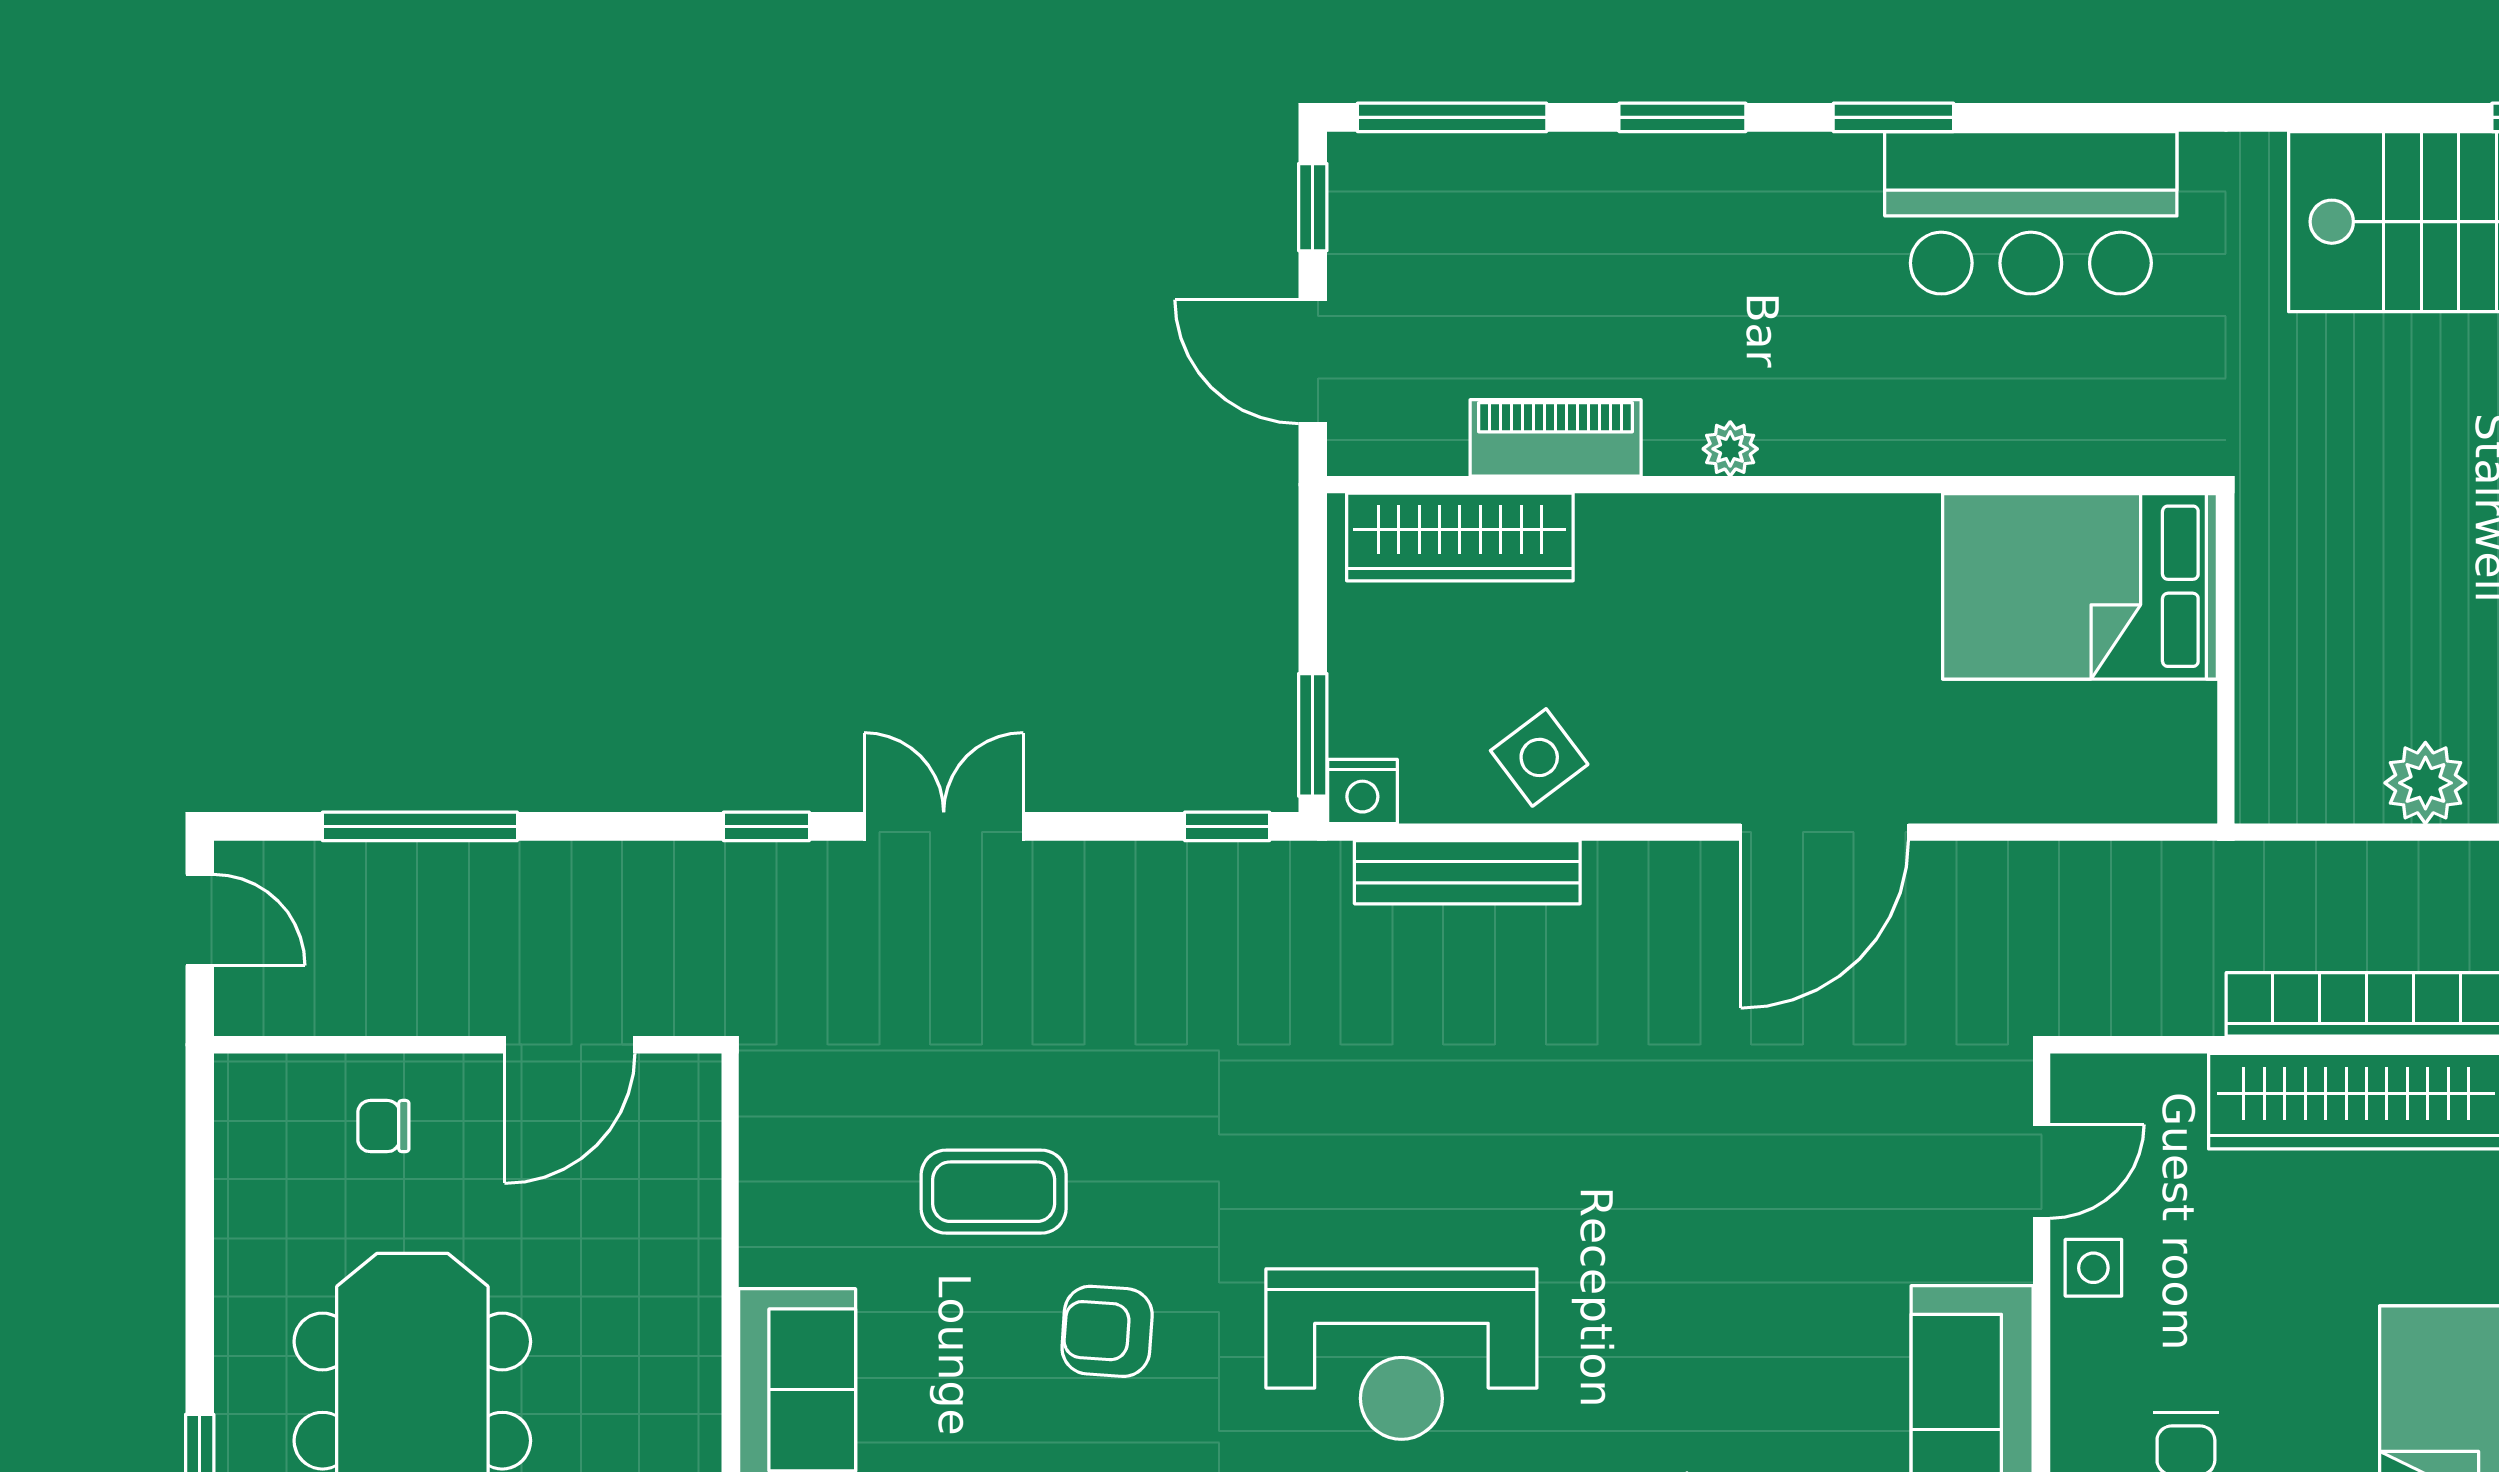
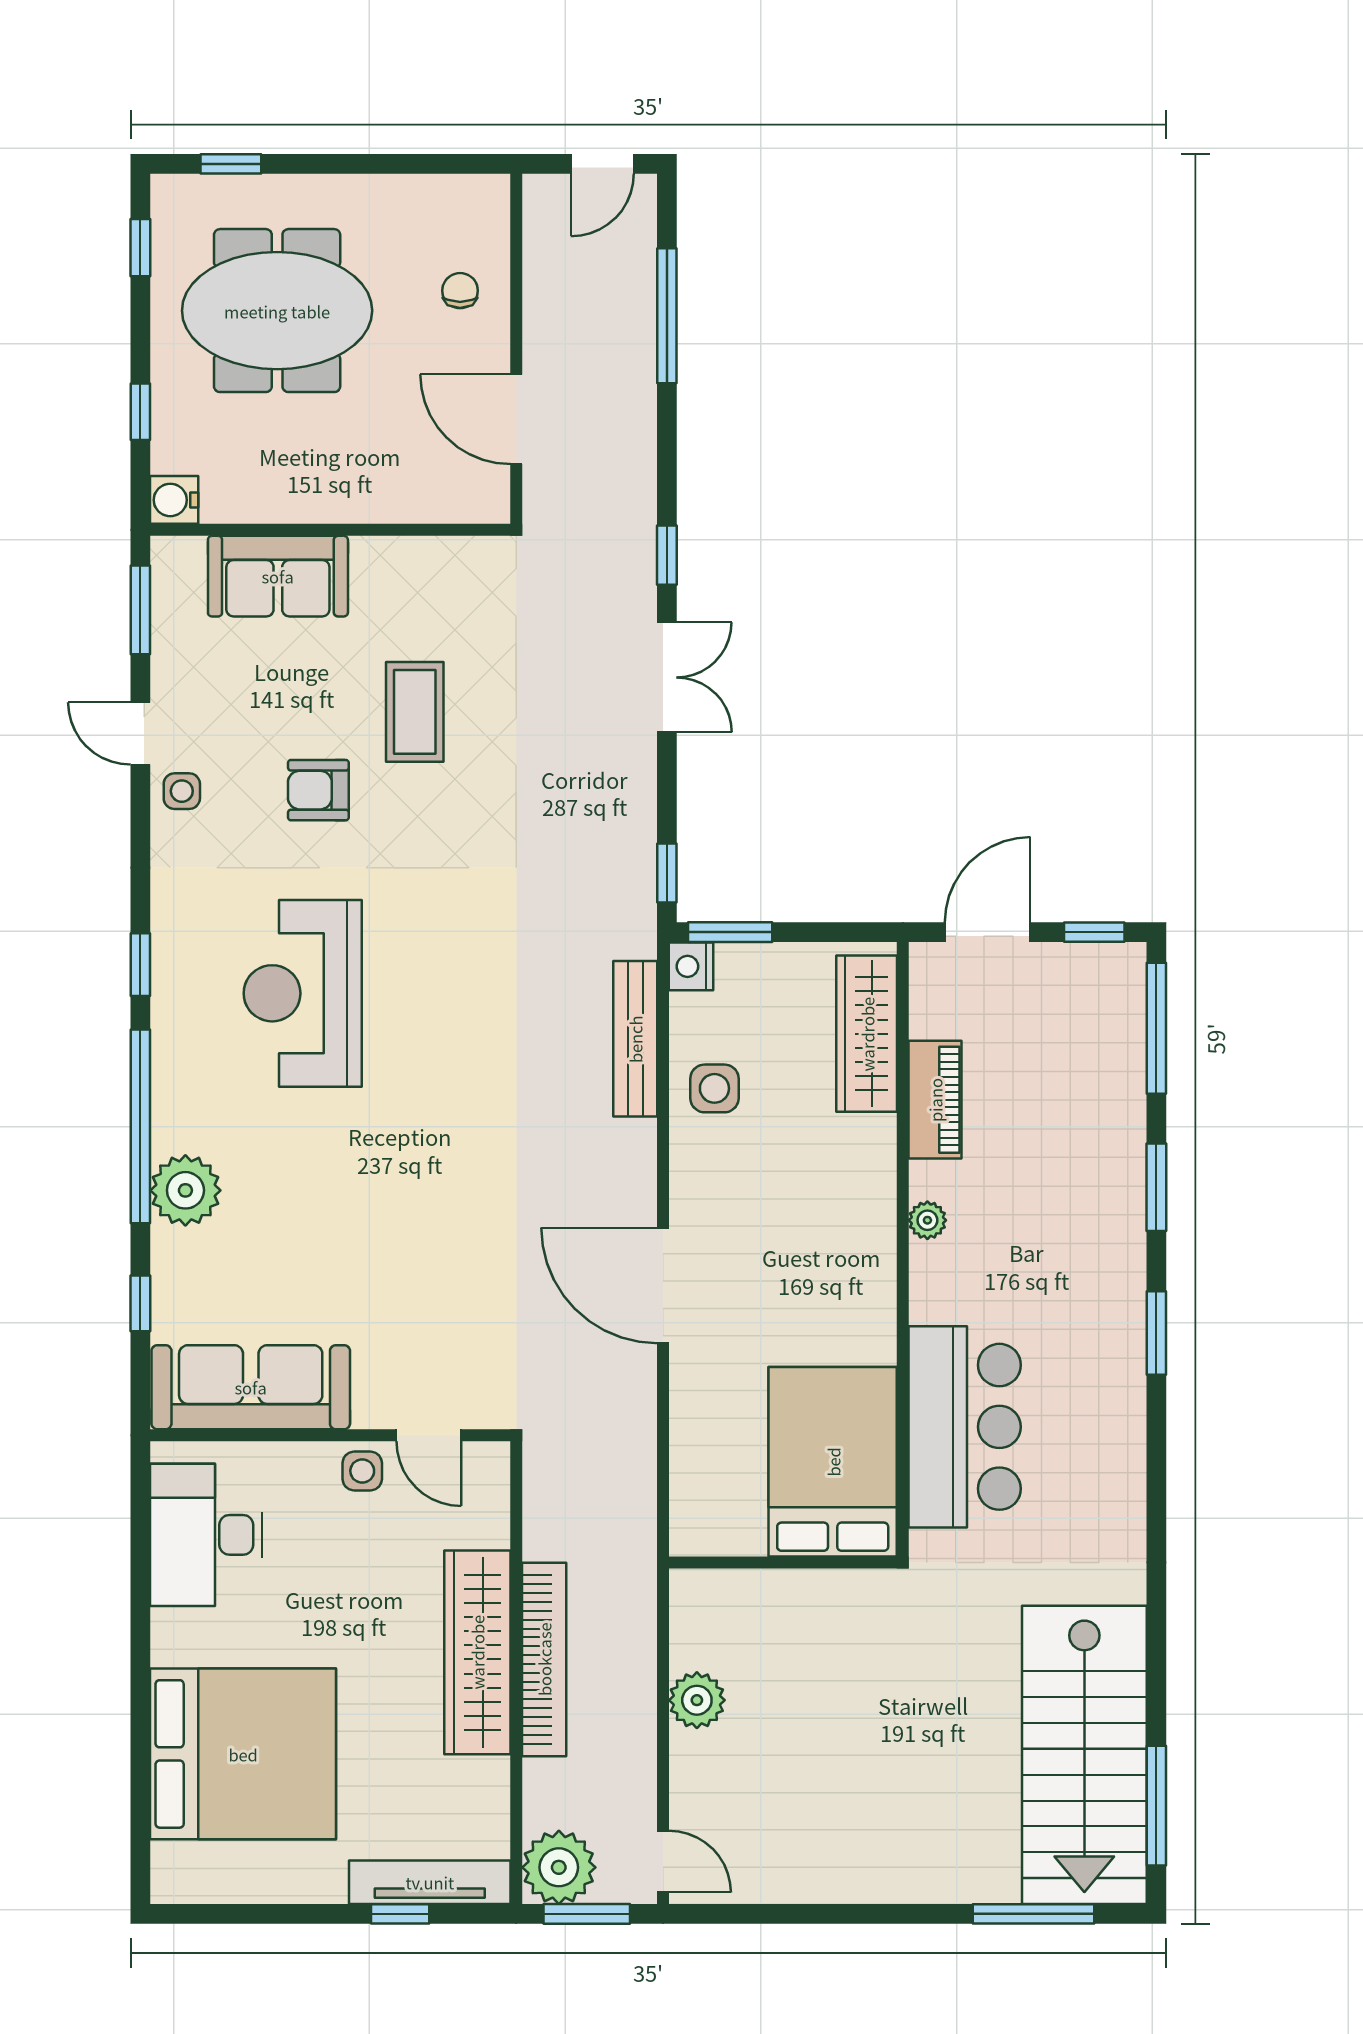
bar counter: (2031, 213) -> (965, 1427), moved, turned 180
side table: (1539, 757) -> (714, 1088), turned 37
armchair: (1107, 1331) -> (318, 790), turned -94

